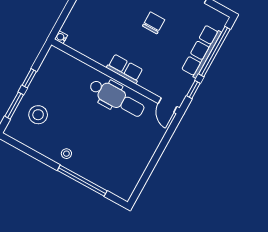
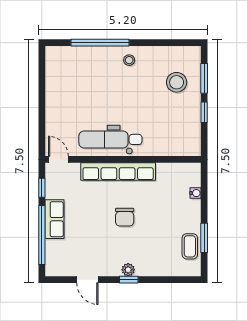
chair: (154, 23) -> (125, 217), moved
water cooler: (61, 37) -> (195, 193), moved
row of seats: (201, 51) -> (54, 219), width x0.68
row of seats: (125, 69) -> (118, 172), width x2.02

